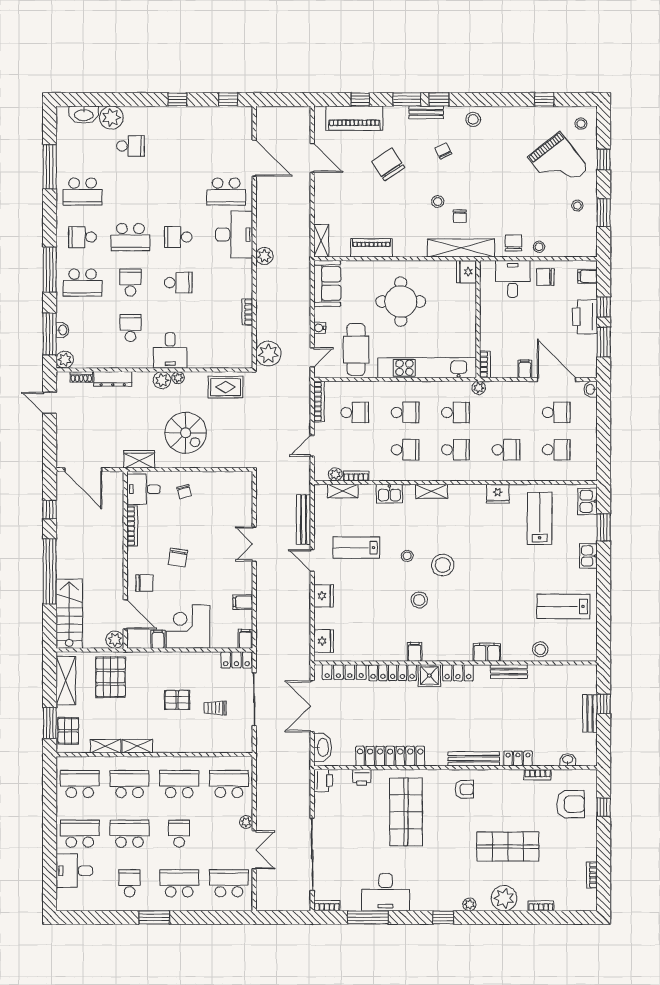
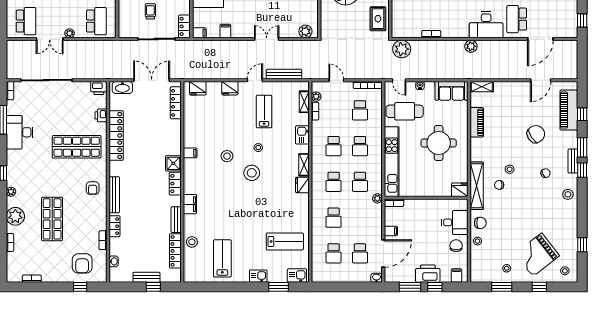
plant: (243, 489) -> (305, 31), added
fridge: (498, 494) -> (302, 185), moved
locker: (393, 673) -> (175, 251), moved

